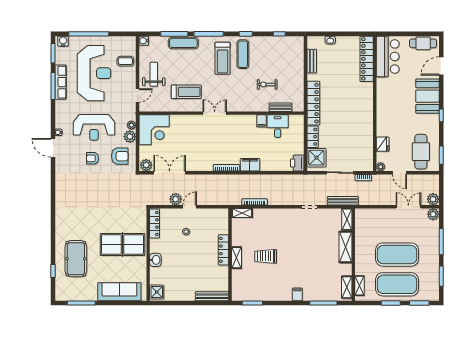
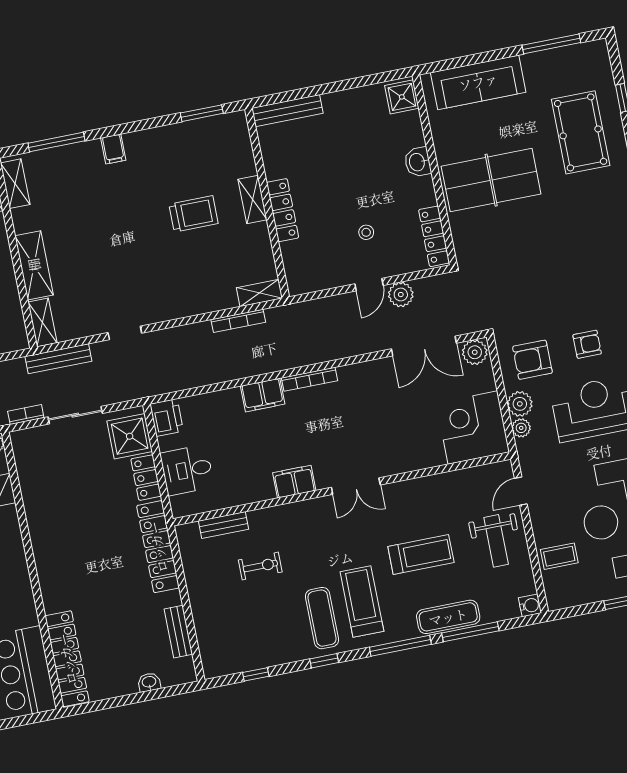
treadmill: (186, 92) -> (421, 554), moved, turned 180
filing cabinet: (261, 121) -> (294, 482), moved, width x2.00
desk: (278, 126) -> (187, 470), moved, turned 90

